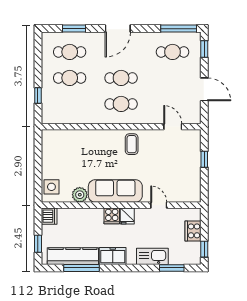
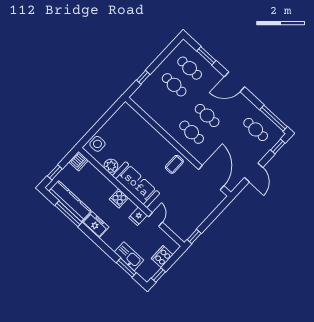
door: (173, 127) -> (211, 178), width x1.87
window: (204, 159) -> (194, 236), moved
fridge: (127, 216) -> (138, 216), moved
kitchen sink: (152, 256) -> (129, 256), moved

